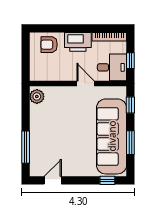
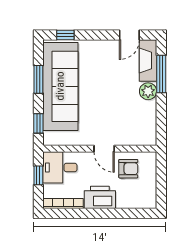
armchair: (49, 45) -> (128, 169), moved
door: (86, 83) -> (104, 149), moved
plant: (37, 96) -> (148, 91), moved
fireplace: (37, 159) -> (148, 61), added

